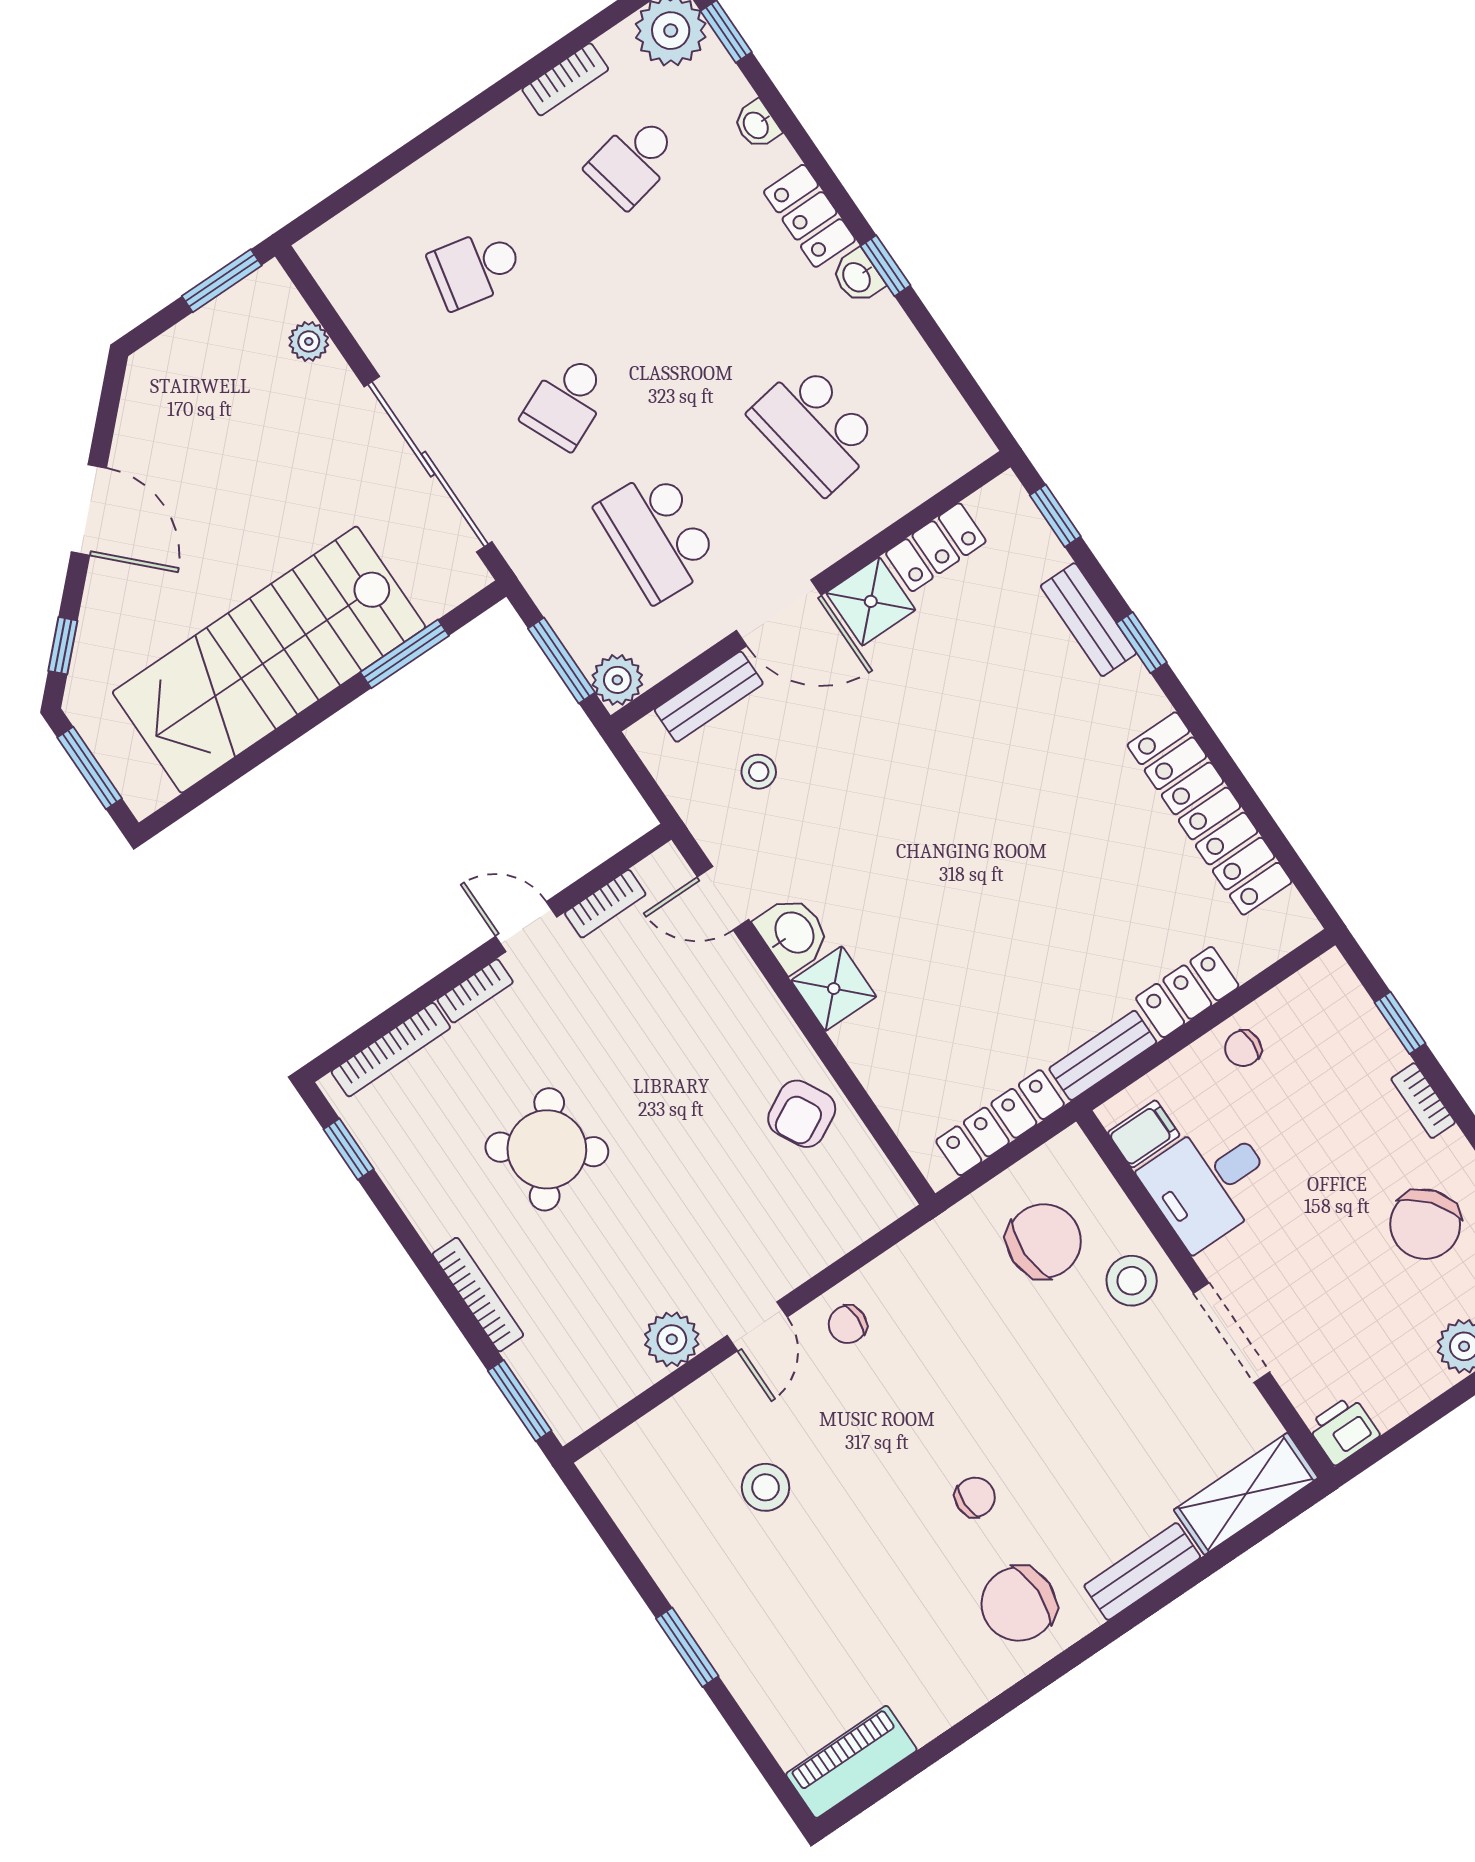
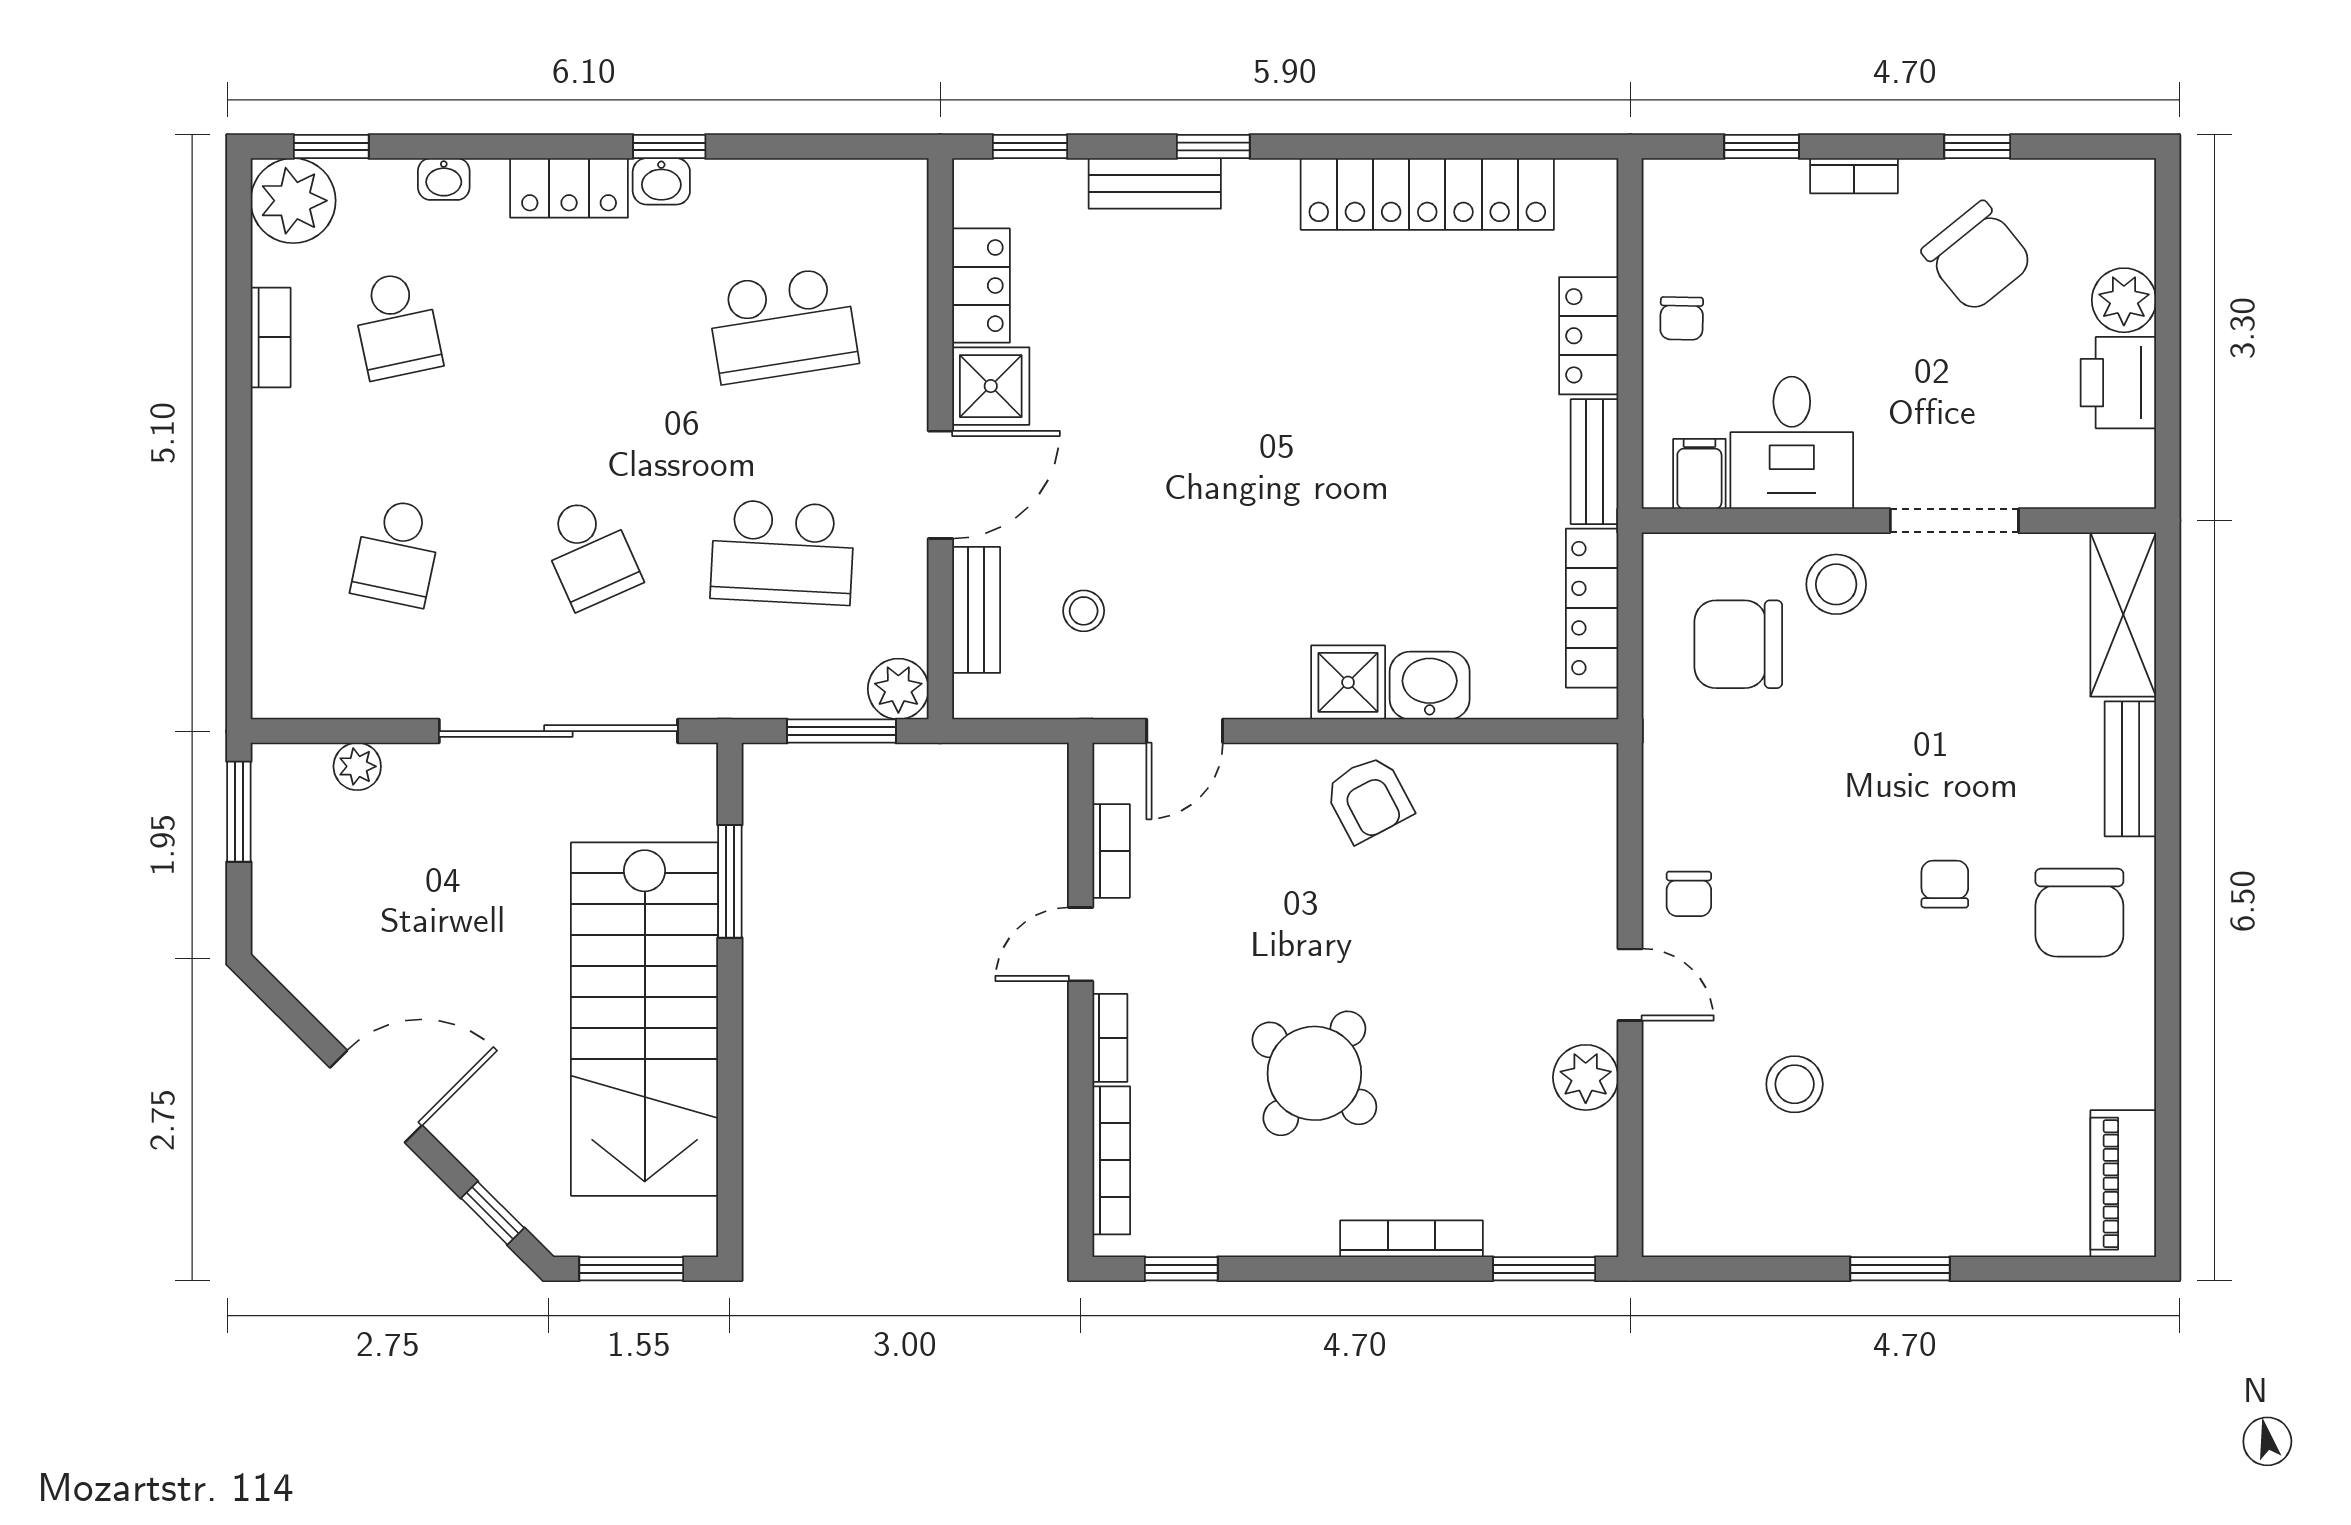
washbasin: (793, 933) -> (1430, 686), moved
armchair: (802, 1114) -> (1369, 799), moved
chair: (1044, 1241) -> (1738, 644), turned -90
printer: (1343, 1430) -> (2118, 383), moved, width x1.36, depth x1.24

